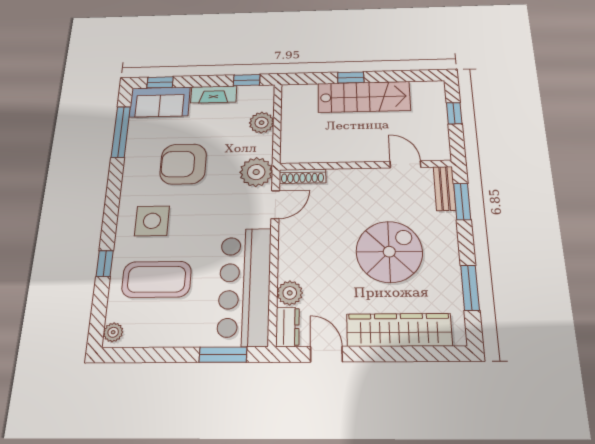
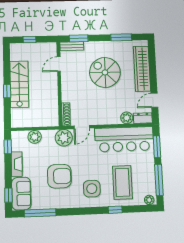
armchair: (183, 164) -> (59, 176), turned -90
door: (275, 205) -> (82, 127), swing flipped
window: (152, 355) -> (159, 180), added

